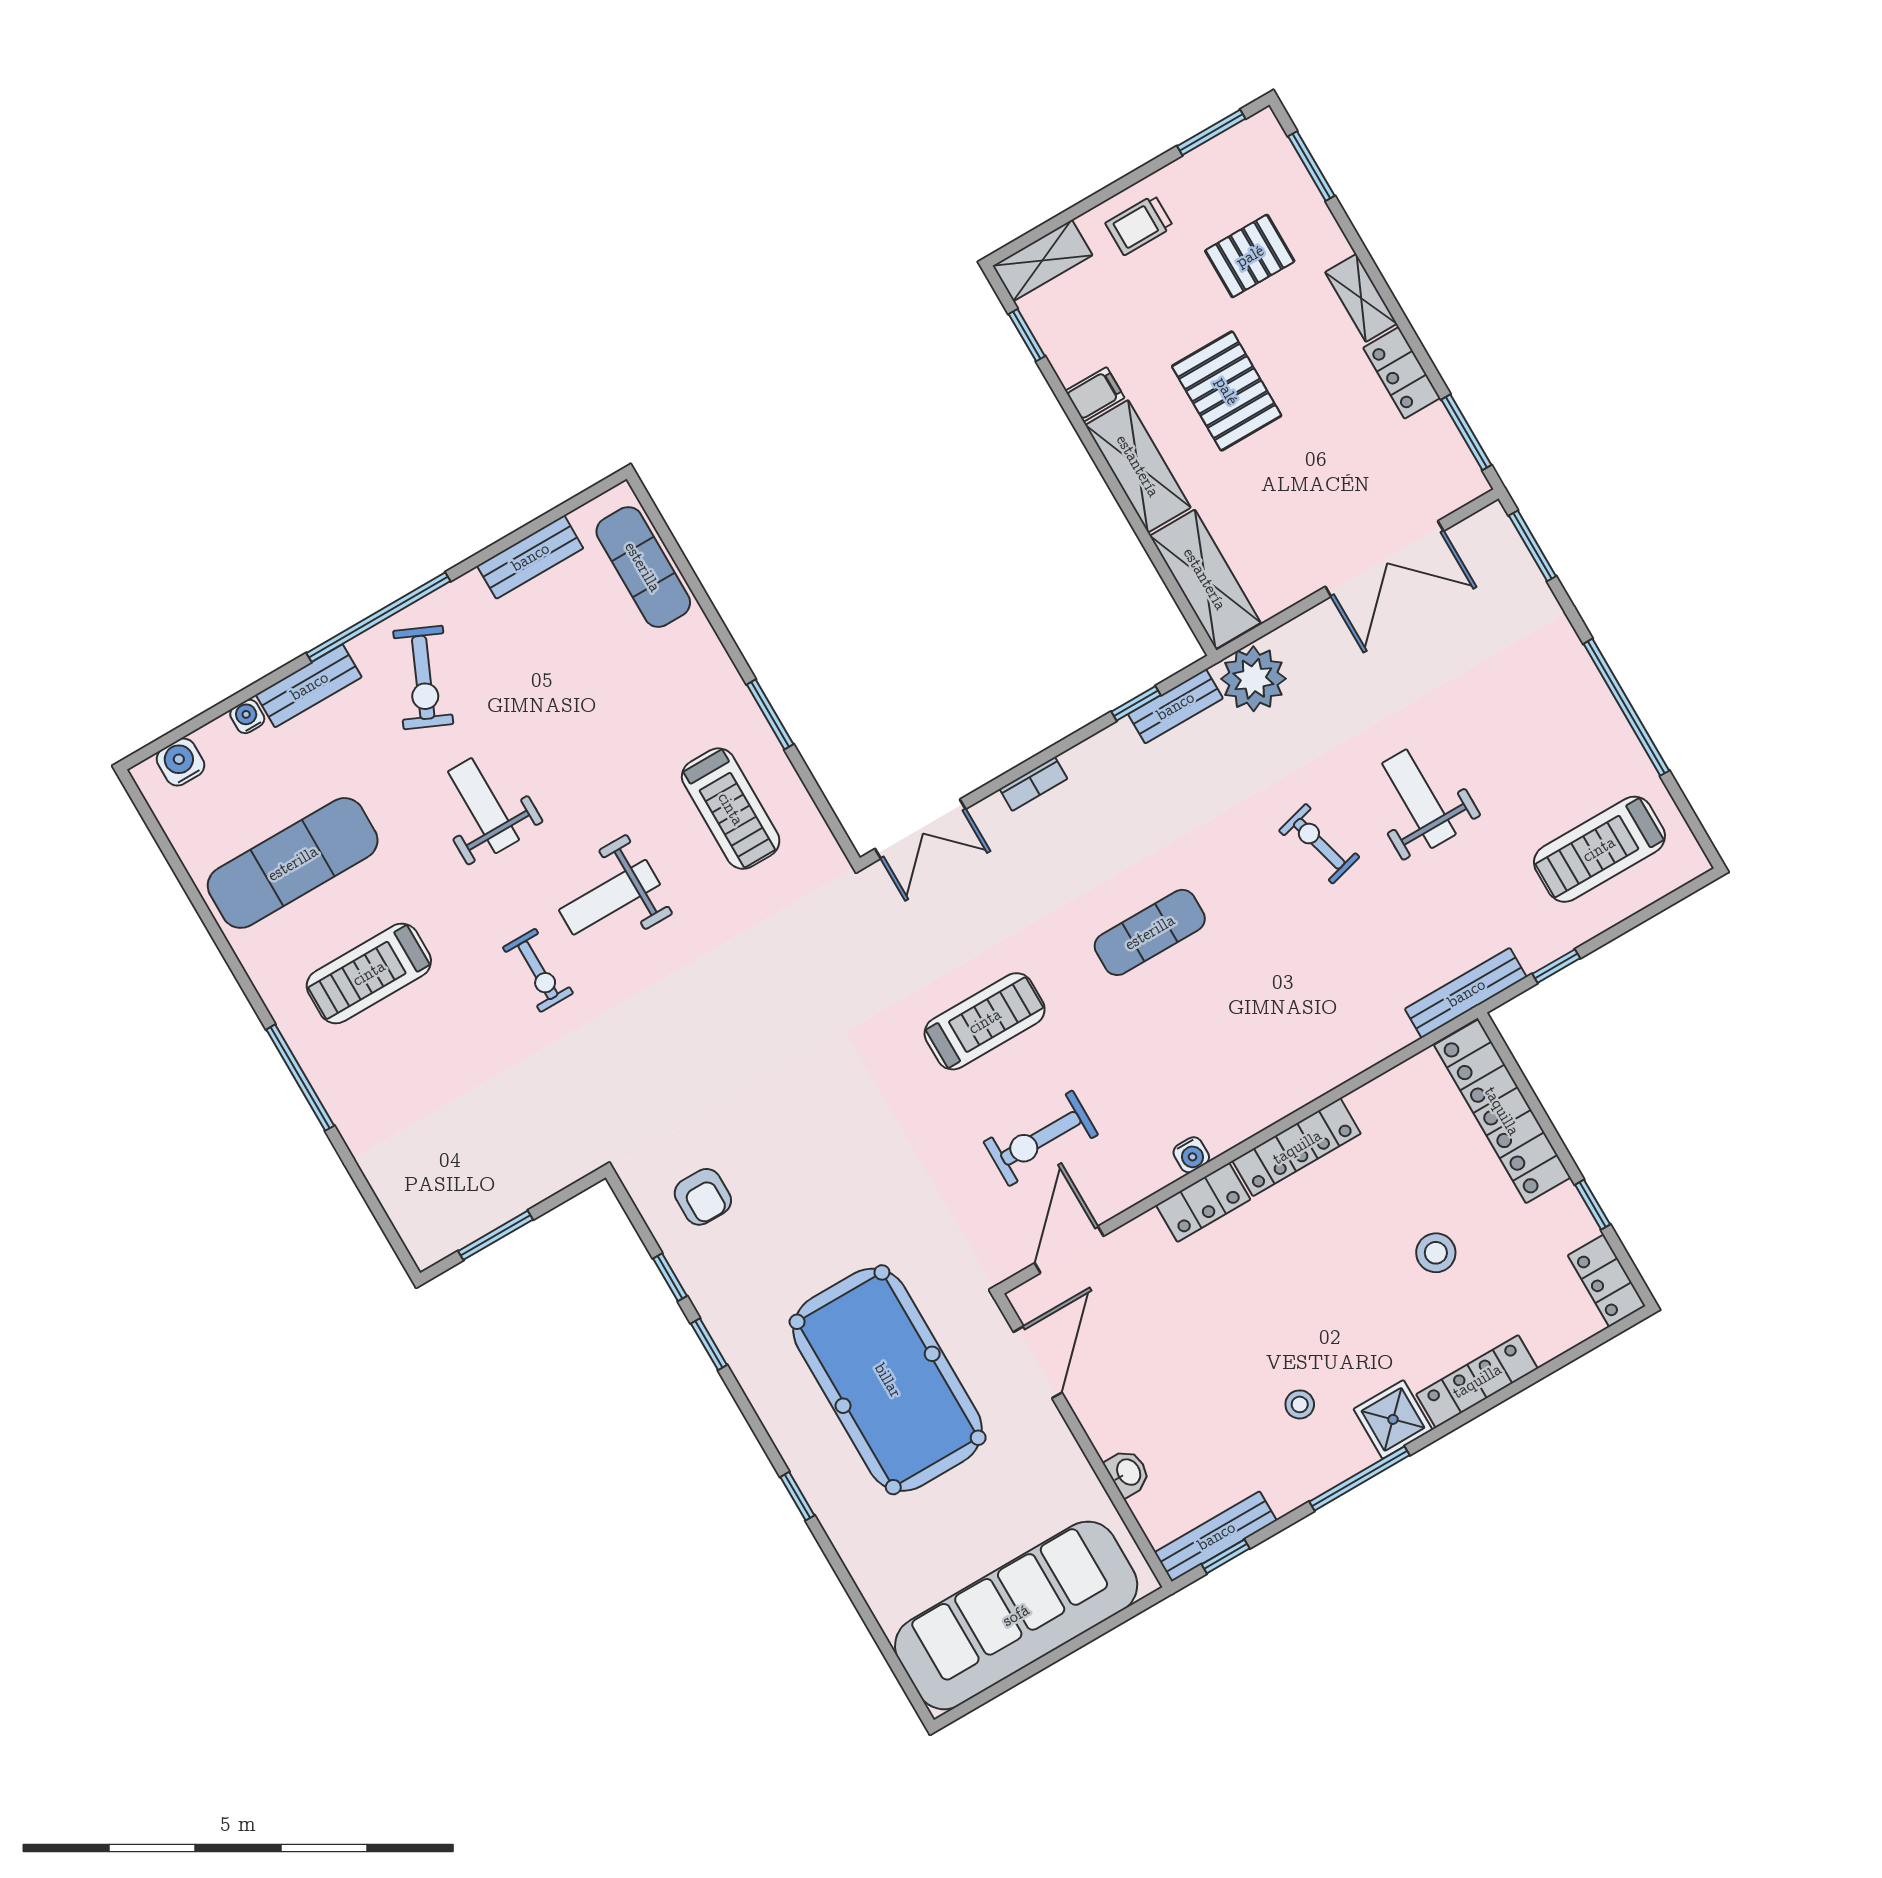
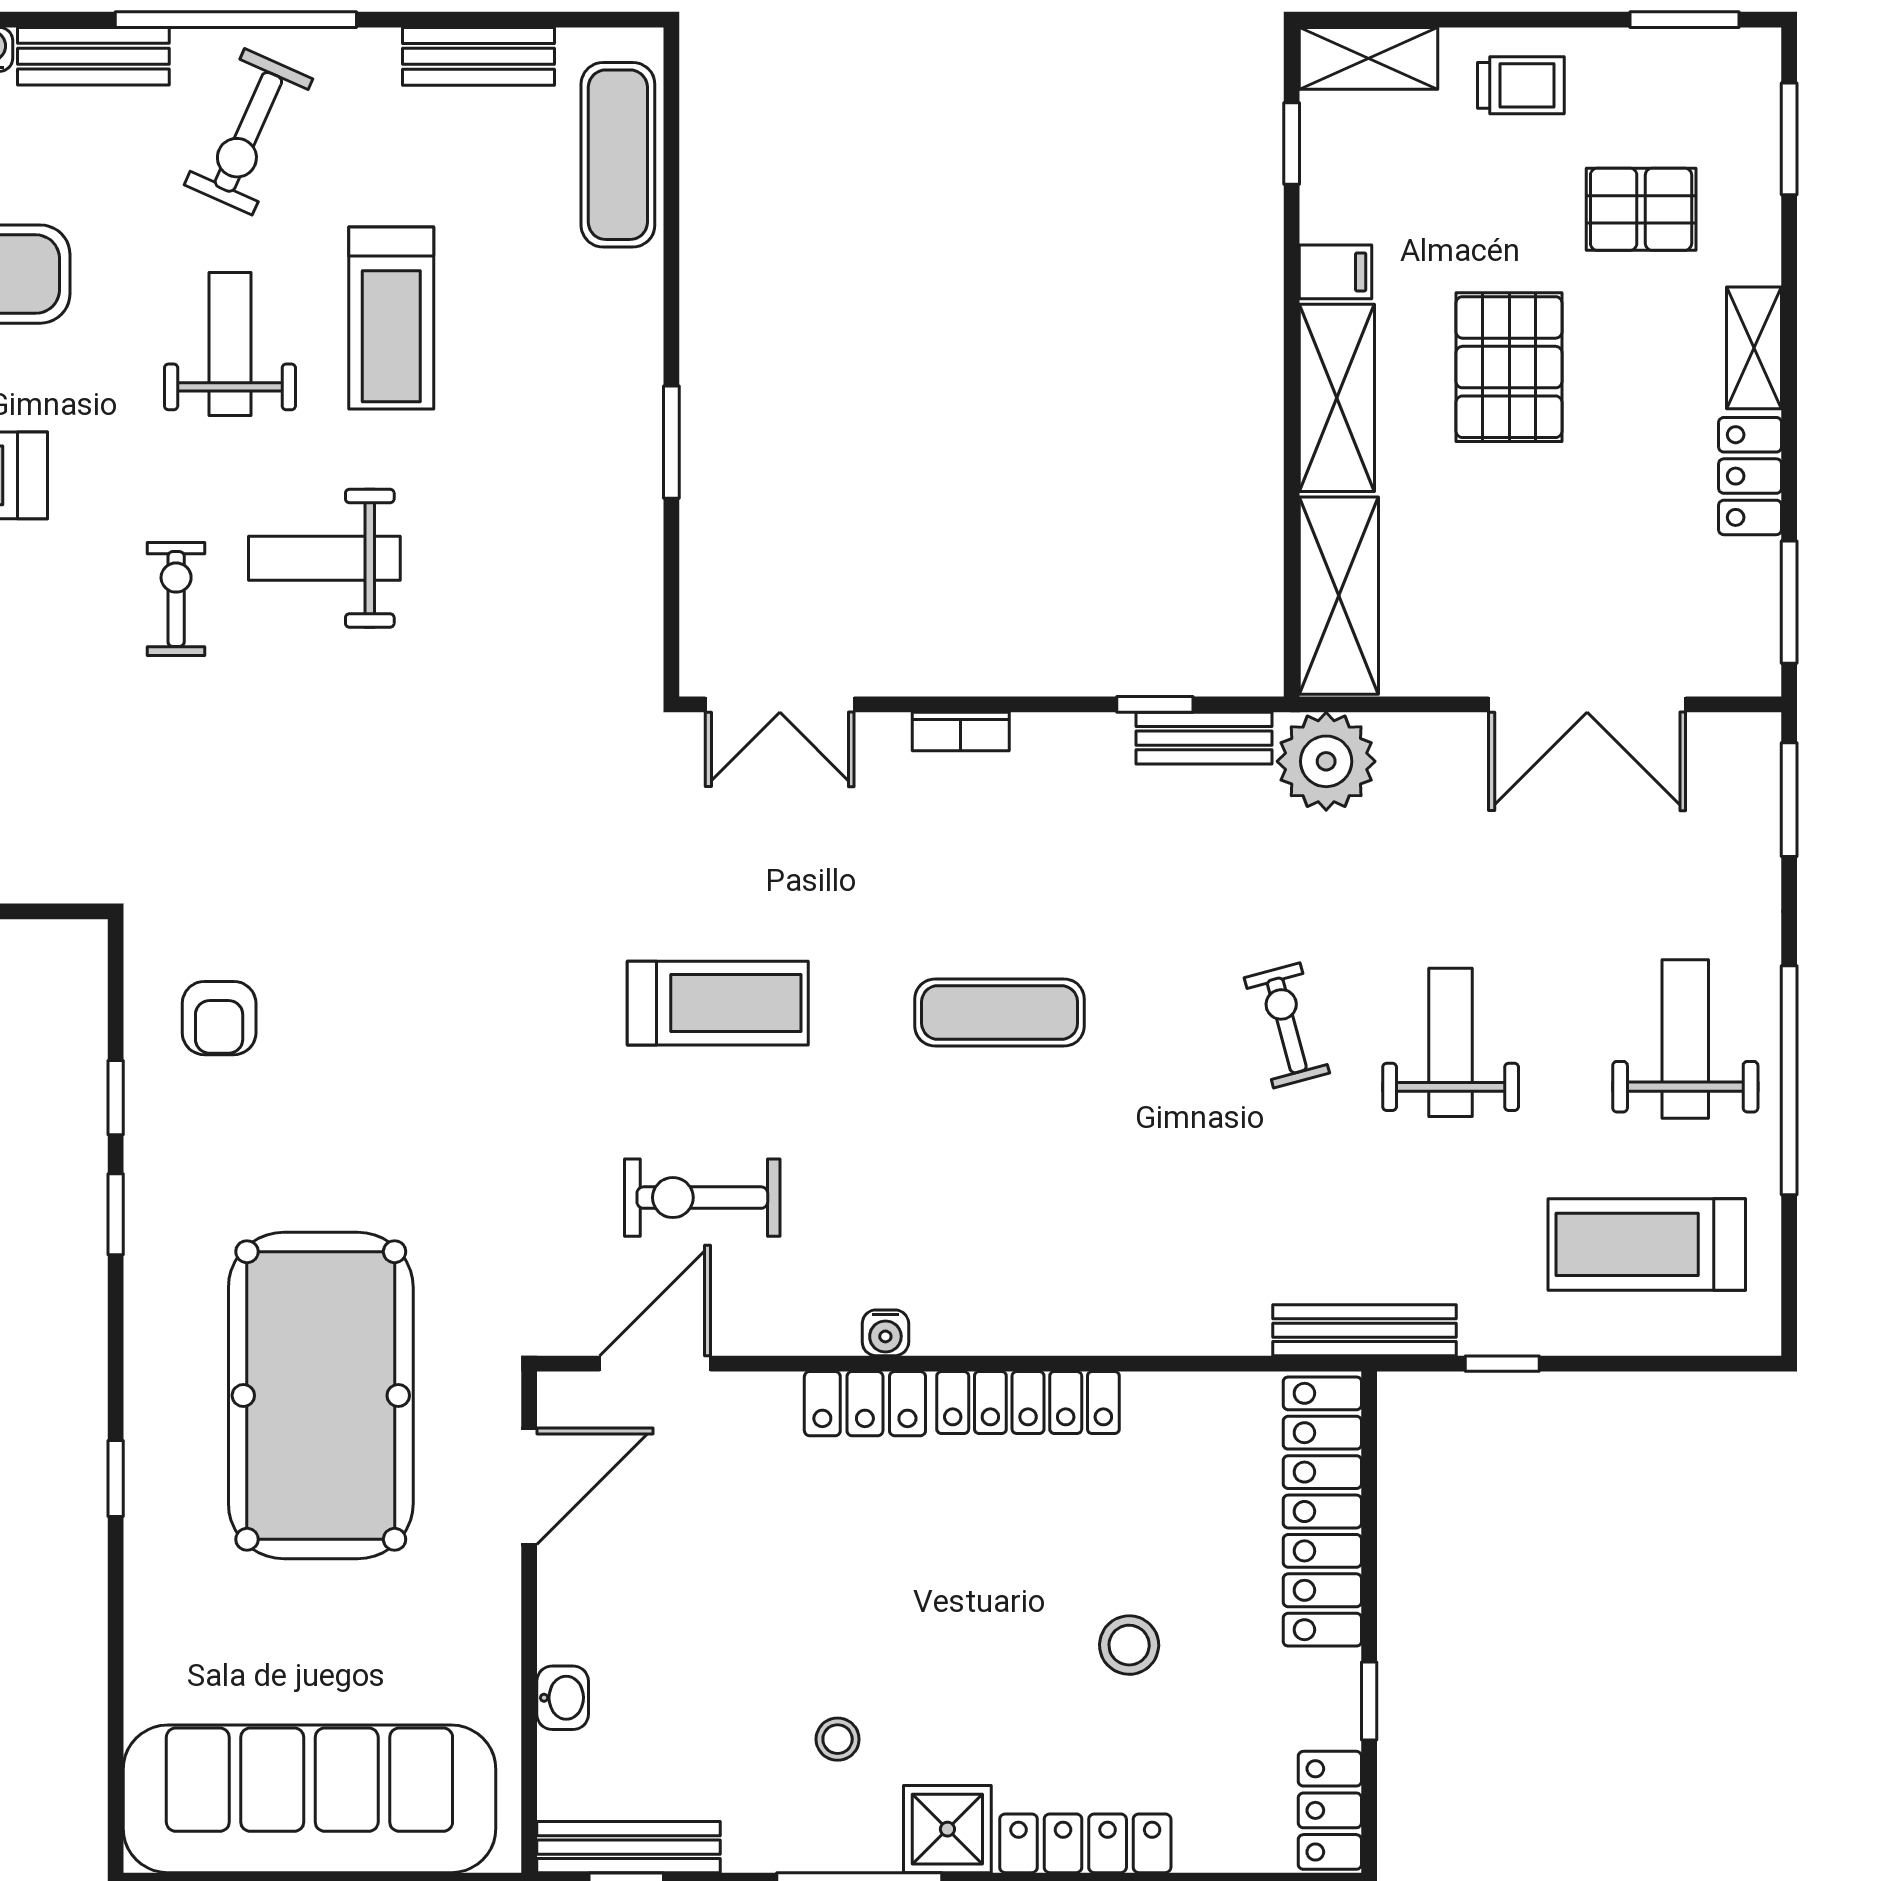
trolley: (1139, 225) -> (1521, 85), turned 180
weight bench: (1553, 718) -> (1685, 1039), added
treadmill: (731, 809) -> (391, 318), moved
exercise bike: (538, 970) -> (176, 599), turned 180

